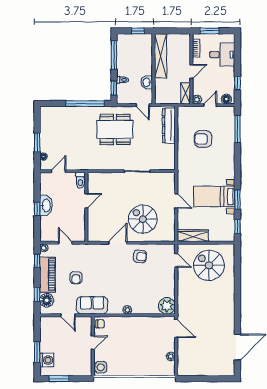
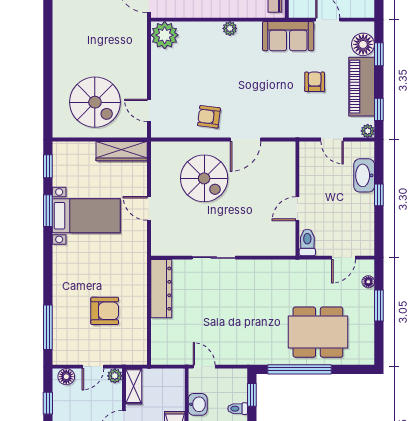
dresser: (169, 126) -> (161, 289), moved
dining table: (115, 129) -> (318, 332), moved
washbasin: (46, 205) -> (364, 175), moved

